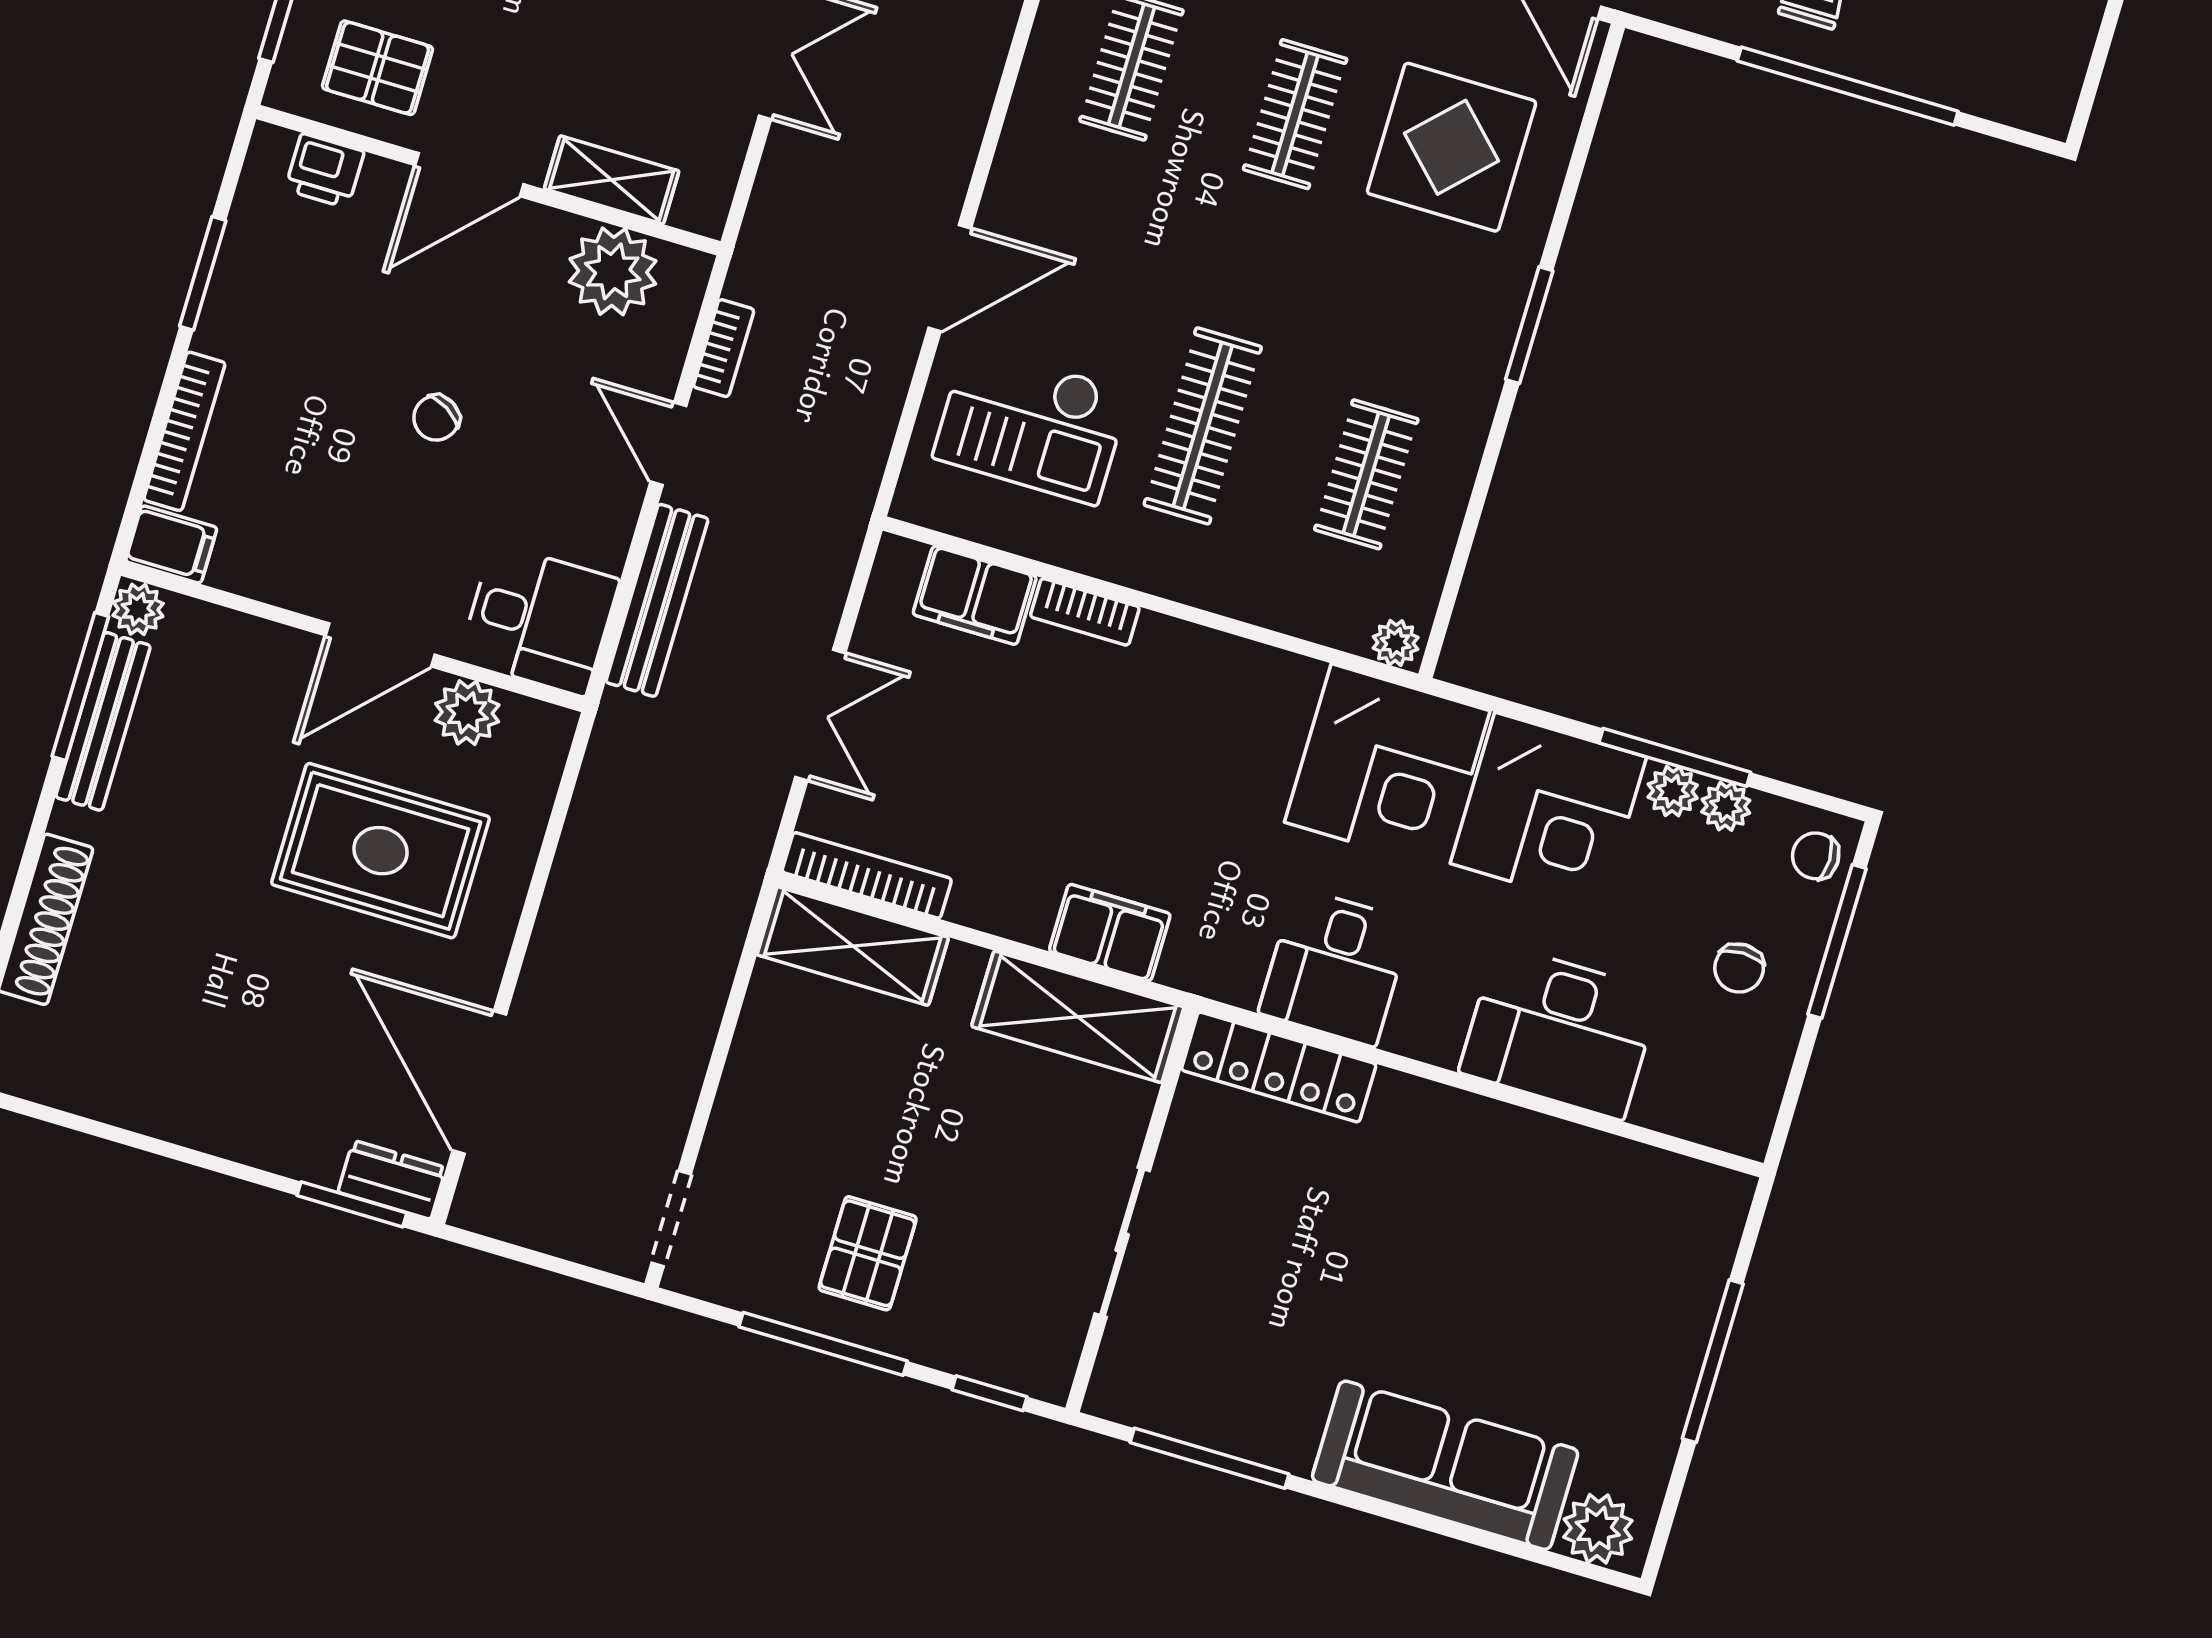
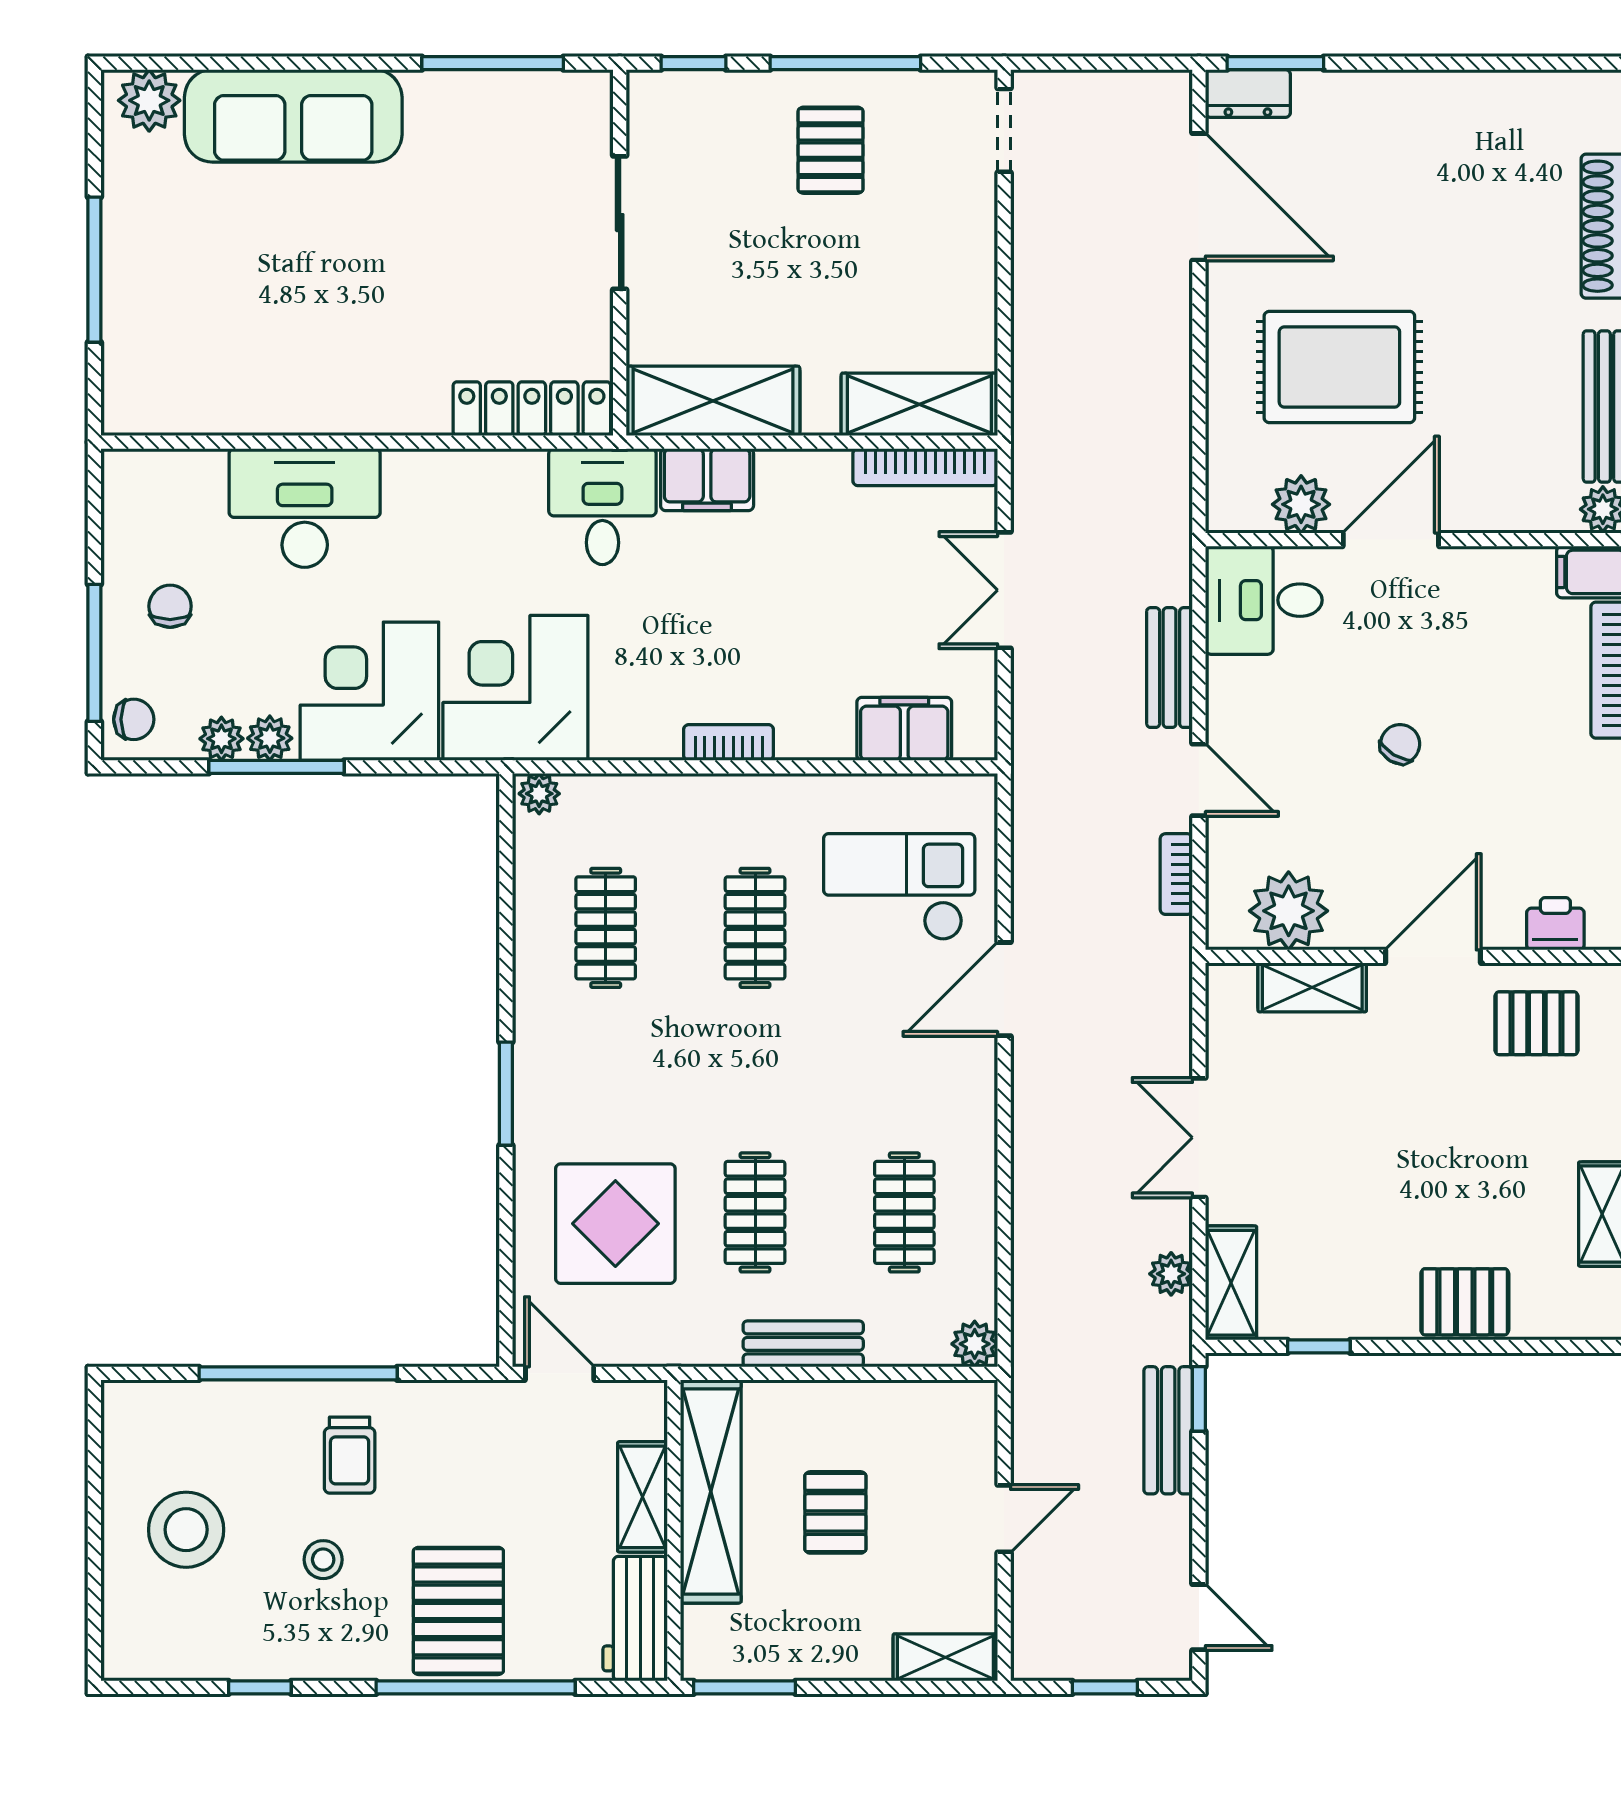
clothes rail: (1203, 426) -> (755, 928), width x0.73
bench: (657, 600) -> (1170, 668), width x0.73
bookcase: (1085, 612) -> (729, 742), moved
desk: (1335, 967) -> (602, 507), moved

